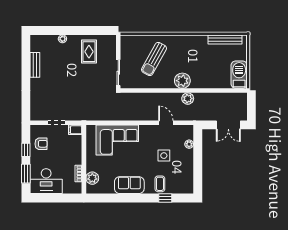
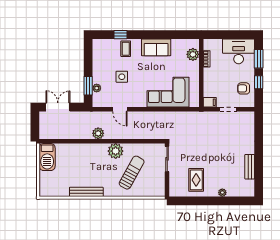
bench: (225, 39) -> (86, 192), moved
plant: (182, 81) -> (116, 151), moved
window: (198, 146) -> (88, 86), added

